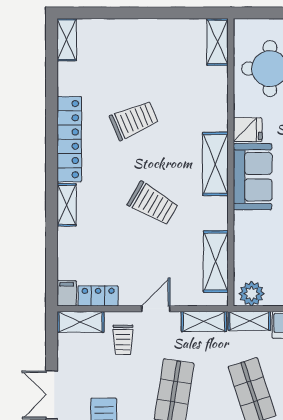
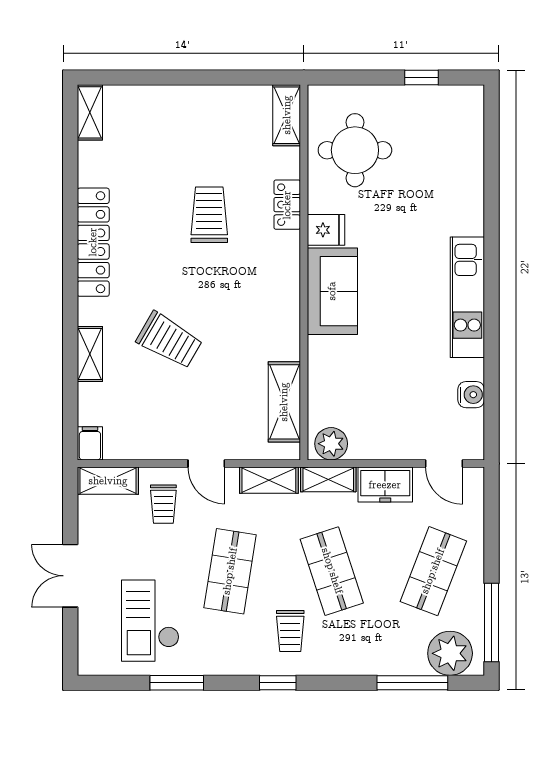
trolley: (134, 120) -> (209, 215), moved, turned -67
shelving: (215, 164) -> (284, 275), removed
trolley: (153, 204) -> (169, 340), moved
shelving: (67, 205) -> (90, 354), moved
locker: (98, 296) -> (287, 205), moved, turned -90
door: (156, 309) -> (206, 463), swing flipped

